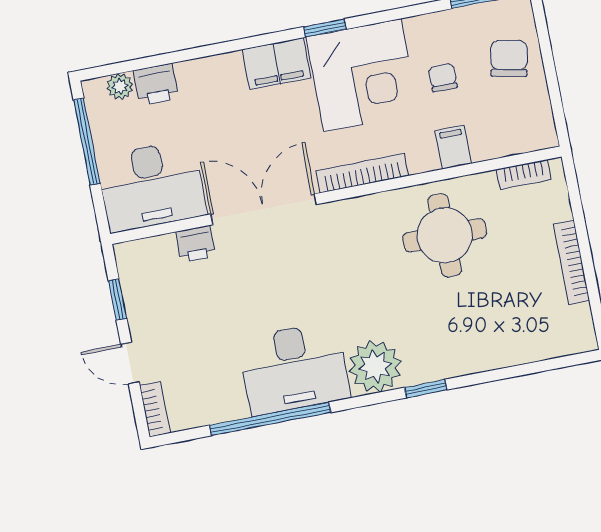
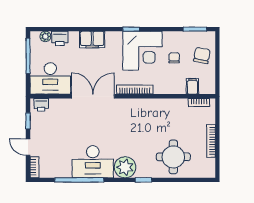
filing cabinet: (276, 64) -> (92, 40), moved
filing cabinet: (453, 147) -> (192, 86), moved
round table: (445, 235) -> (173, 157), moved
printer: (196, 244) -> (41, 105), moved

